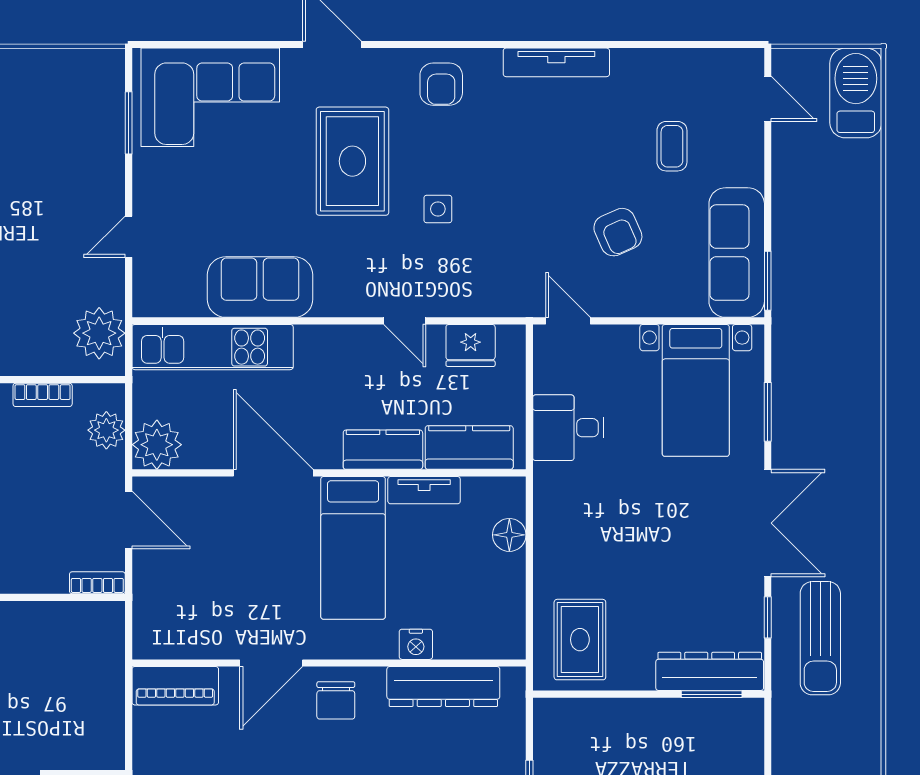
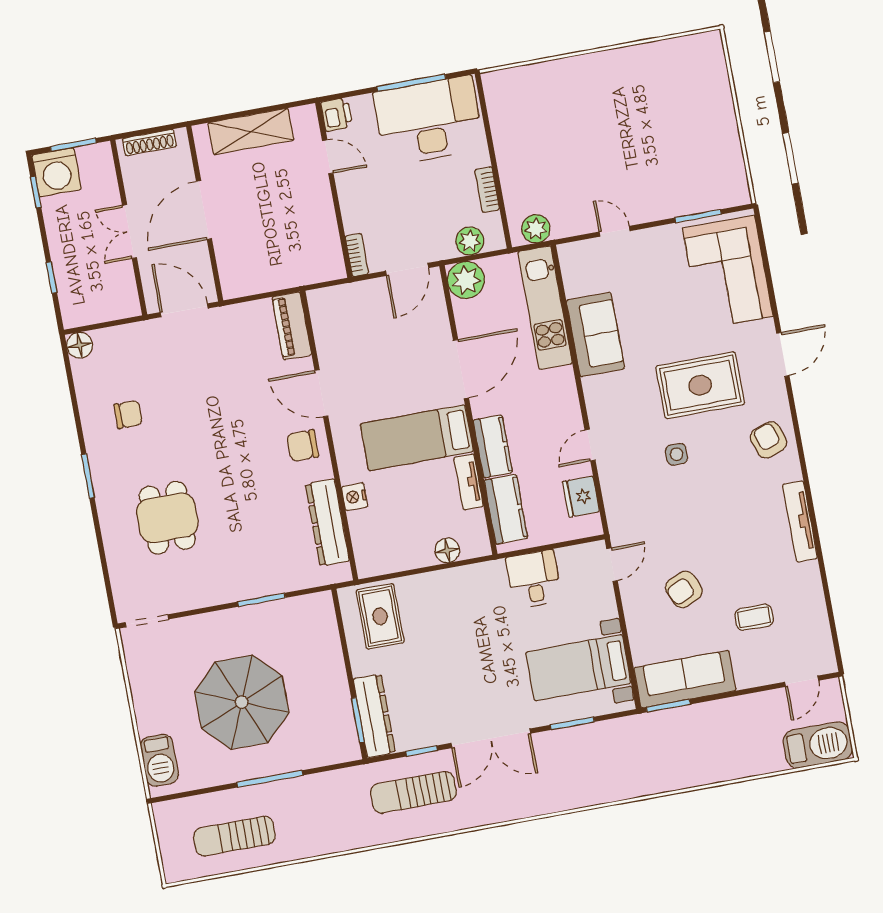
armchair: (441, 84) -> (769, 440), turned 71
plant: (99, 333) -> (536, 229), width x0.73, depth x0.73
rug: (580, 640) -> (380, 616), turned 90

